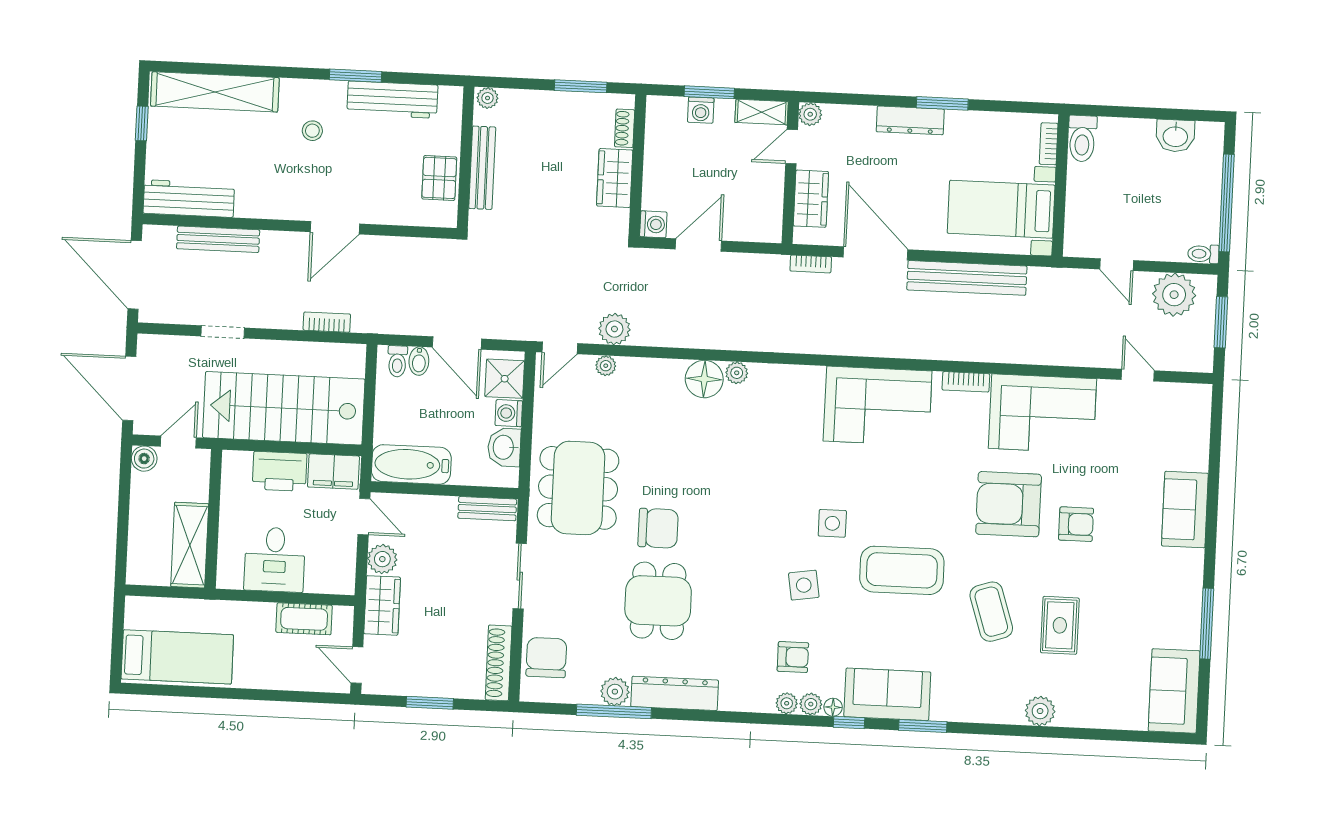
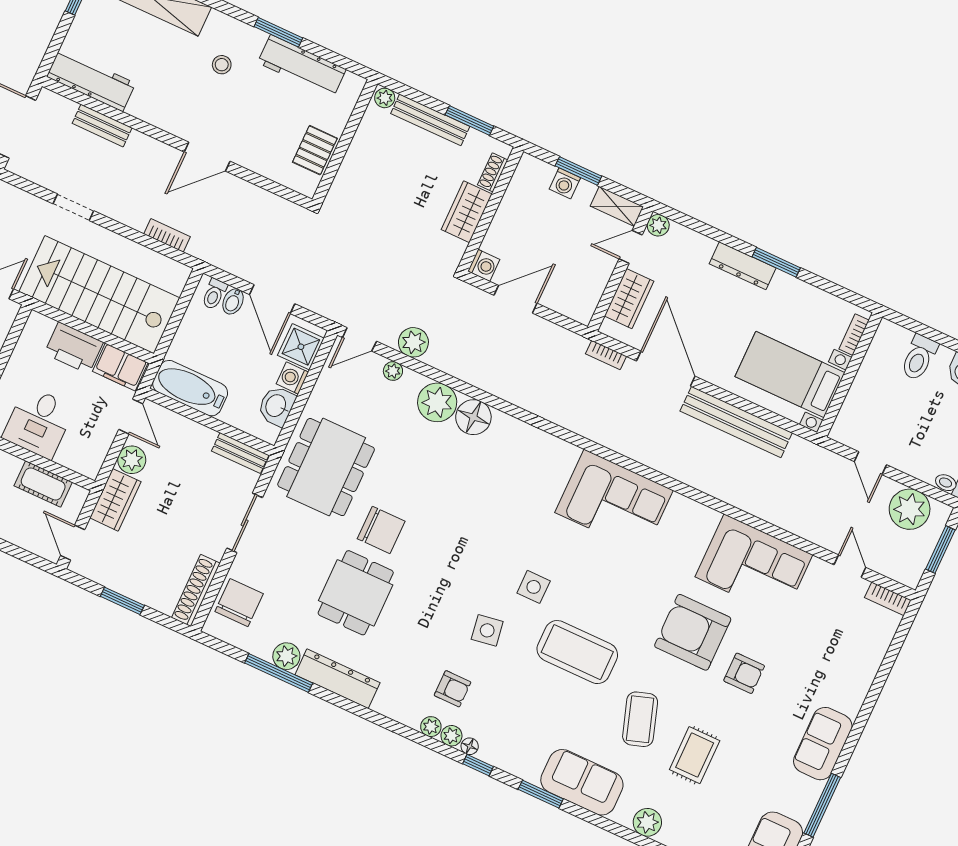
toilet: (1082, 139) -> (919, 358), moved
bench: (482, 168) -> (430, 120), moved, turned 90
bench: (218, 239) -> (102, 126), width x0.73
plant: (737, 373) -> (437, 402), moved, width x1.88, depth x1.88
bookcase: (966, 382) -> (888, 599), moved
sofa: (1185, 510) -> (823, 744), moved
sofa: (887, 694) -> (582, 782), moved

